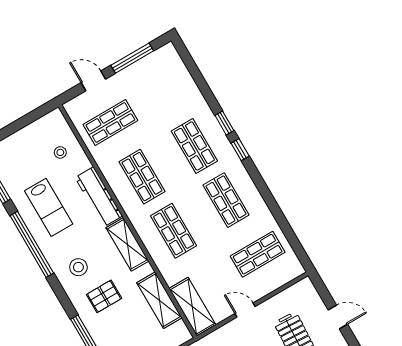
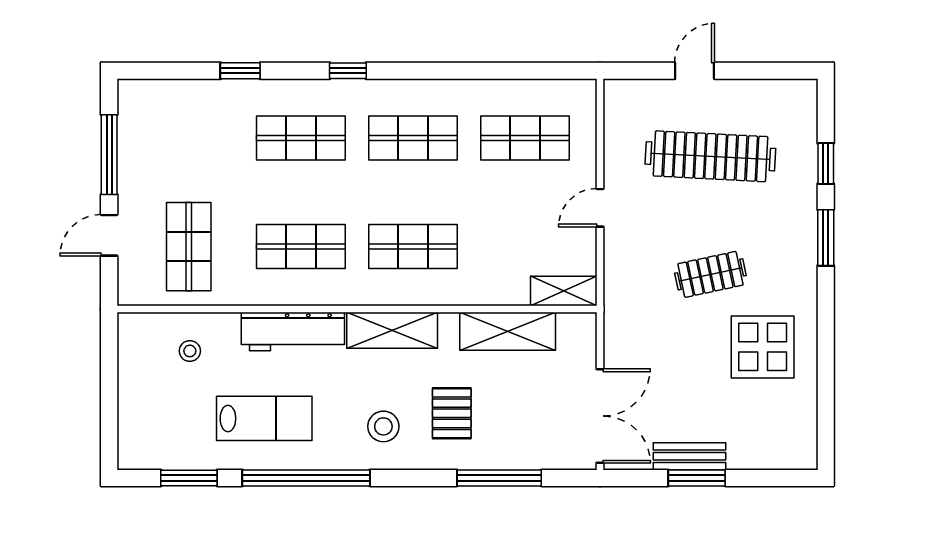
window: (224, 123) -> (240, 71), moved
shop shelf: (258, 254) -> (525, 138), turned 90
shelving: (192, 307) -> (564, 291), width x0.67, depth x0.75

